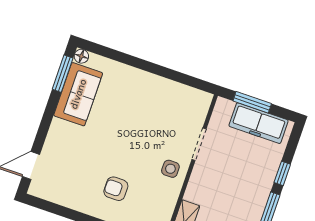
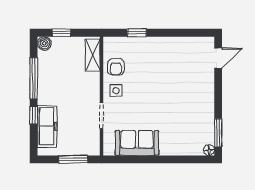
sofa: (78, 94) -> (137, 143), moved, turned 90
freezer: (259, 123) -> (47, 126), moved, turned 90
armchair: (116, 189) -> (116, 67), moved, turned 90

